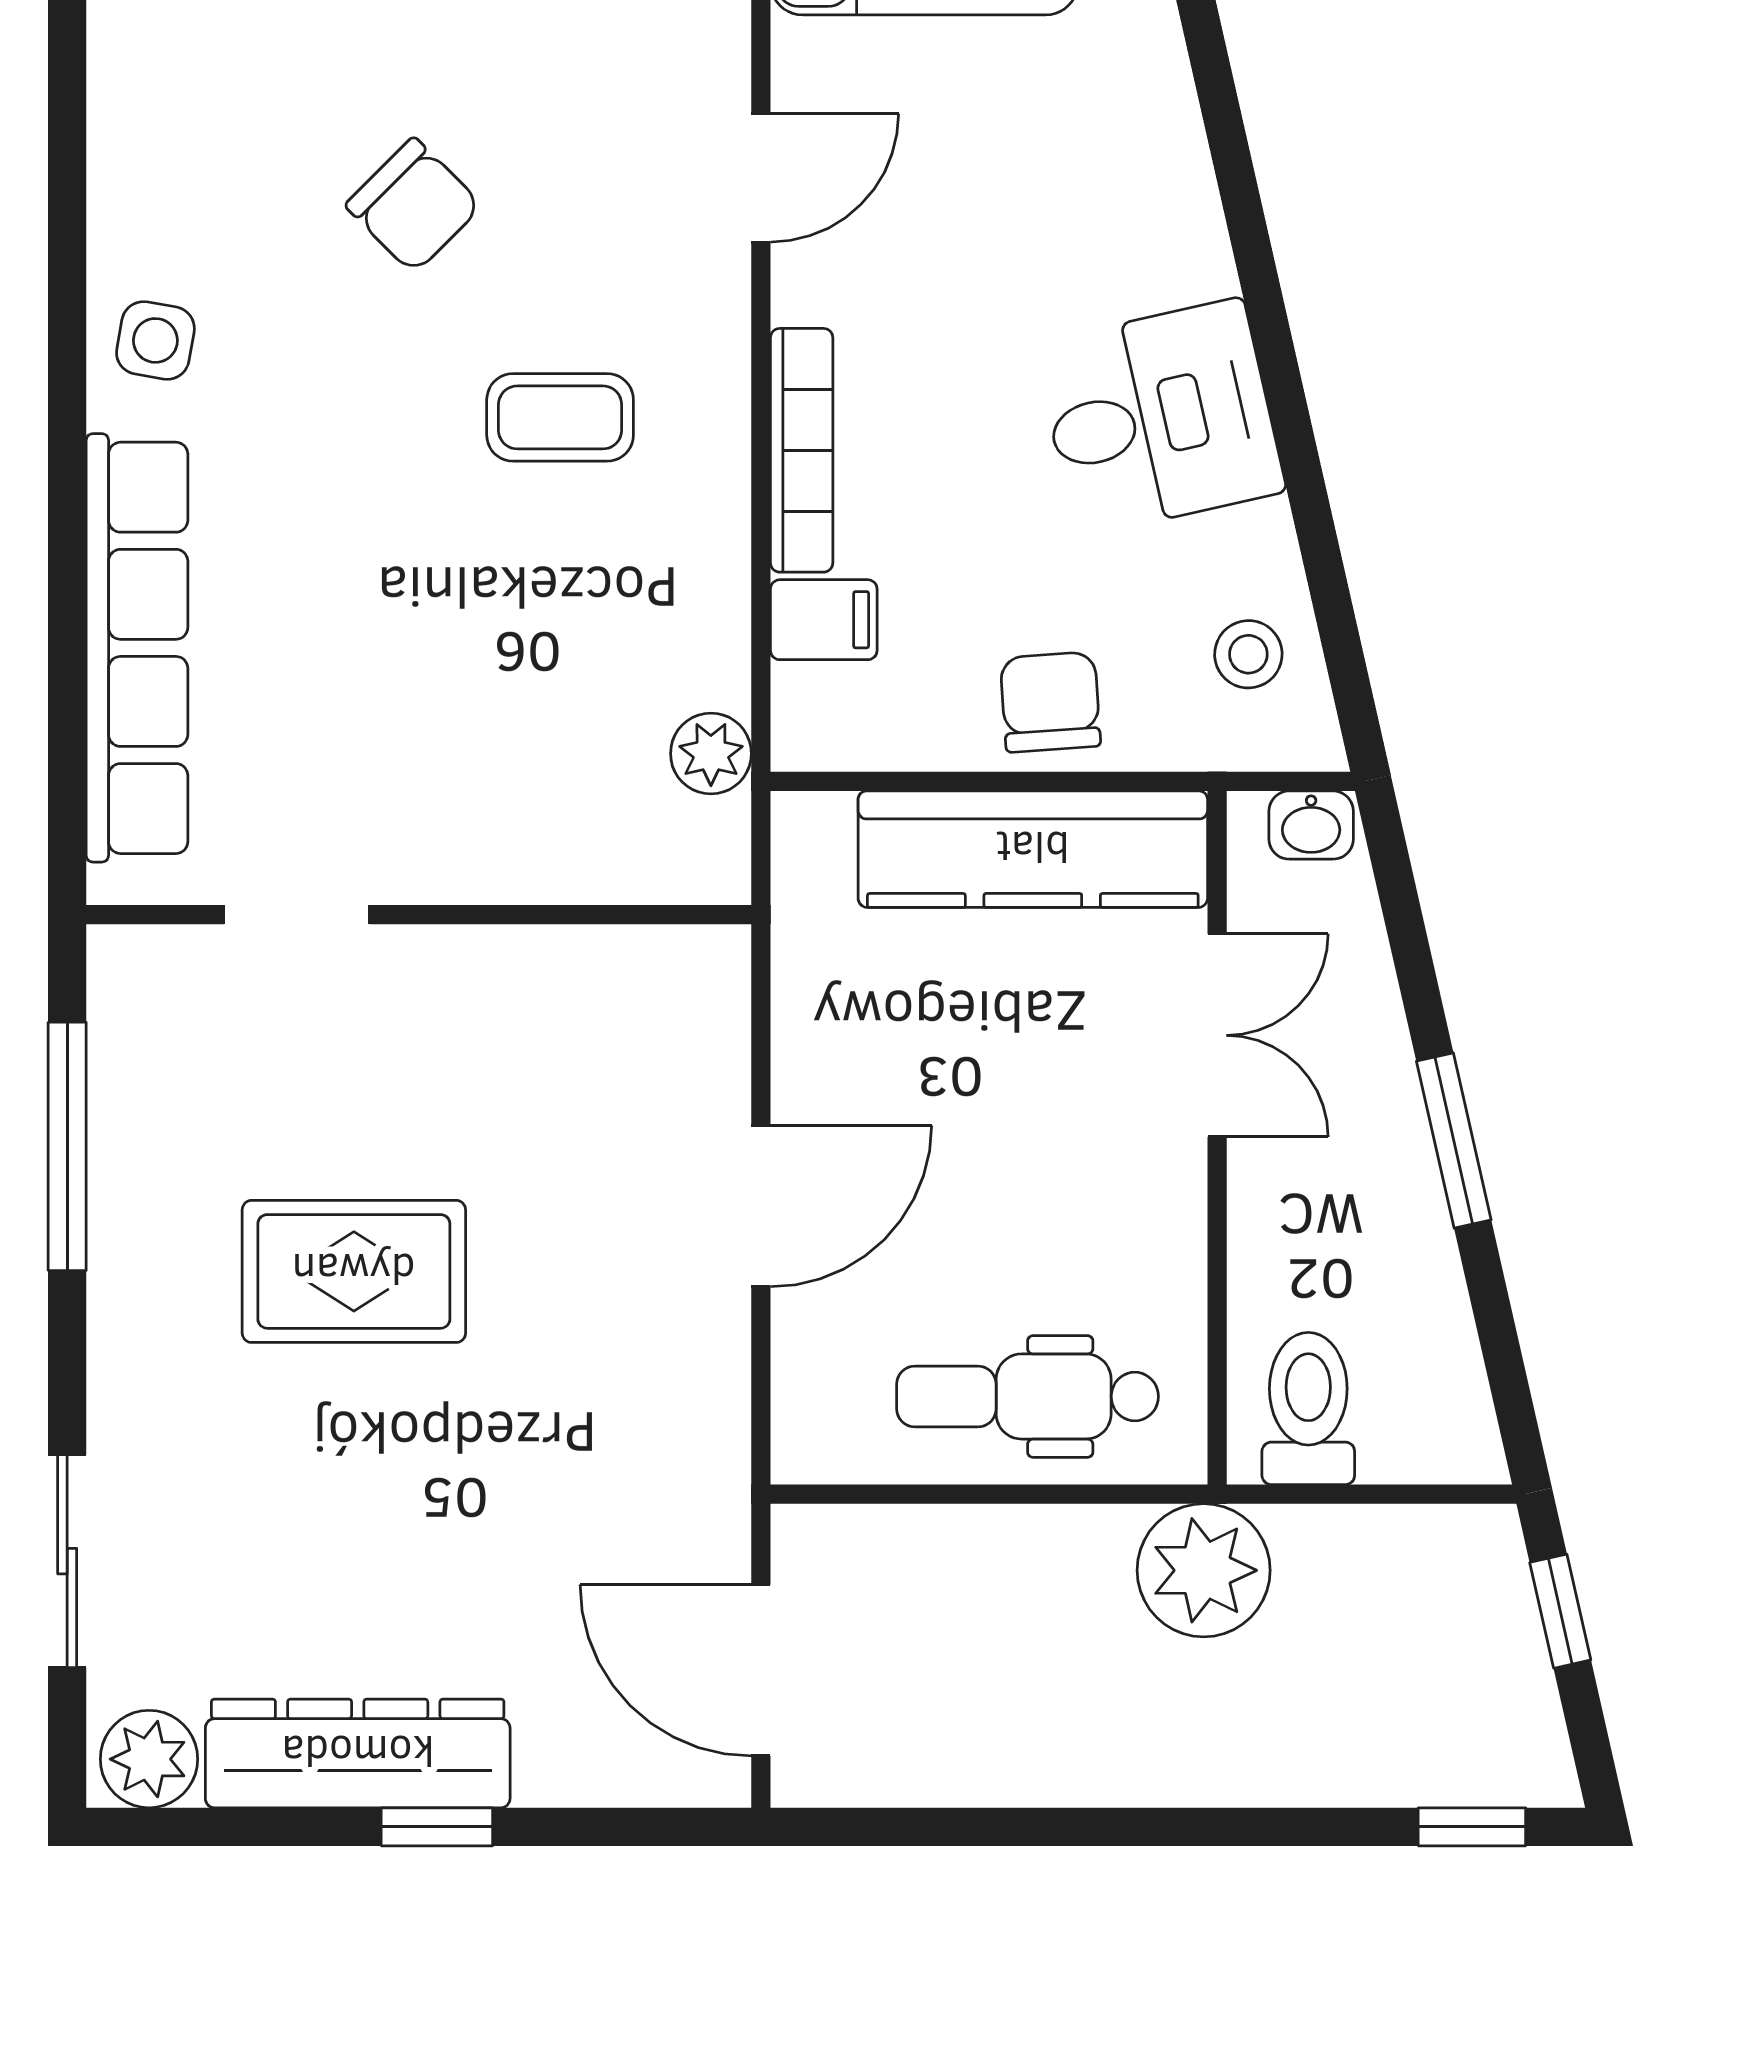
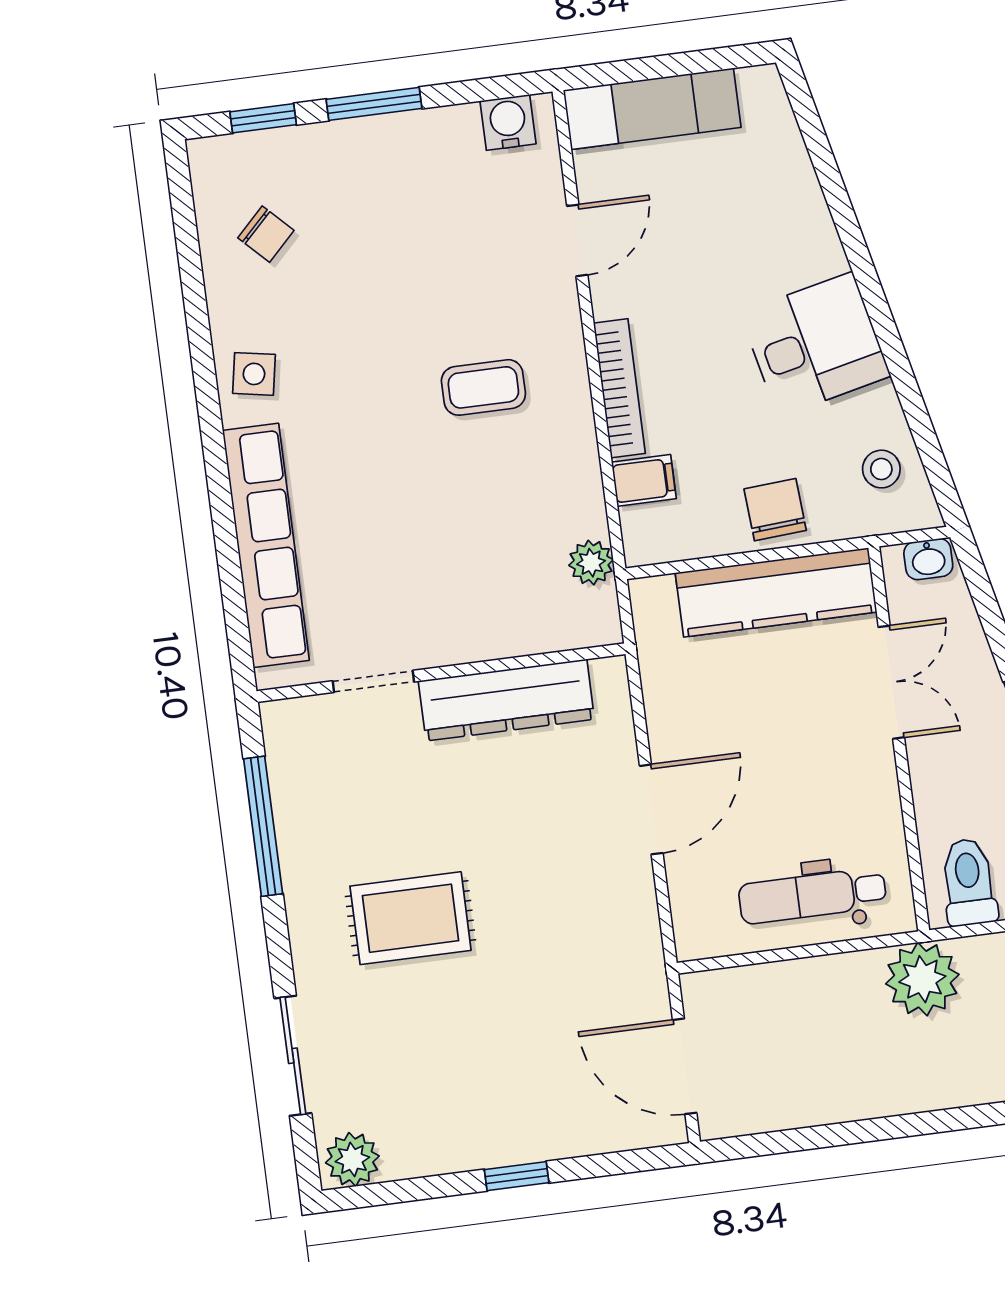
chair: (414, 205) -> (266, 234), moved, width x0.73, depth x0.73
rug: (354, 1271) -> (411, 918), moved
dresser: (358, 1753) -> (506, 700), moved, turned 180

